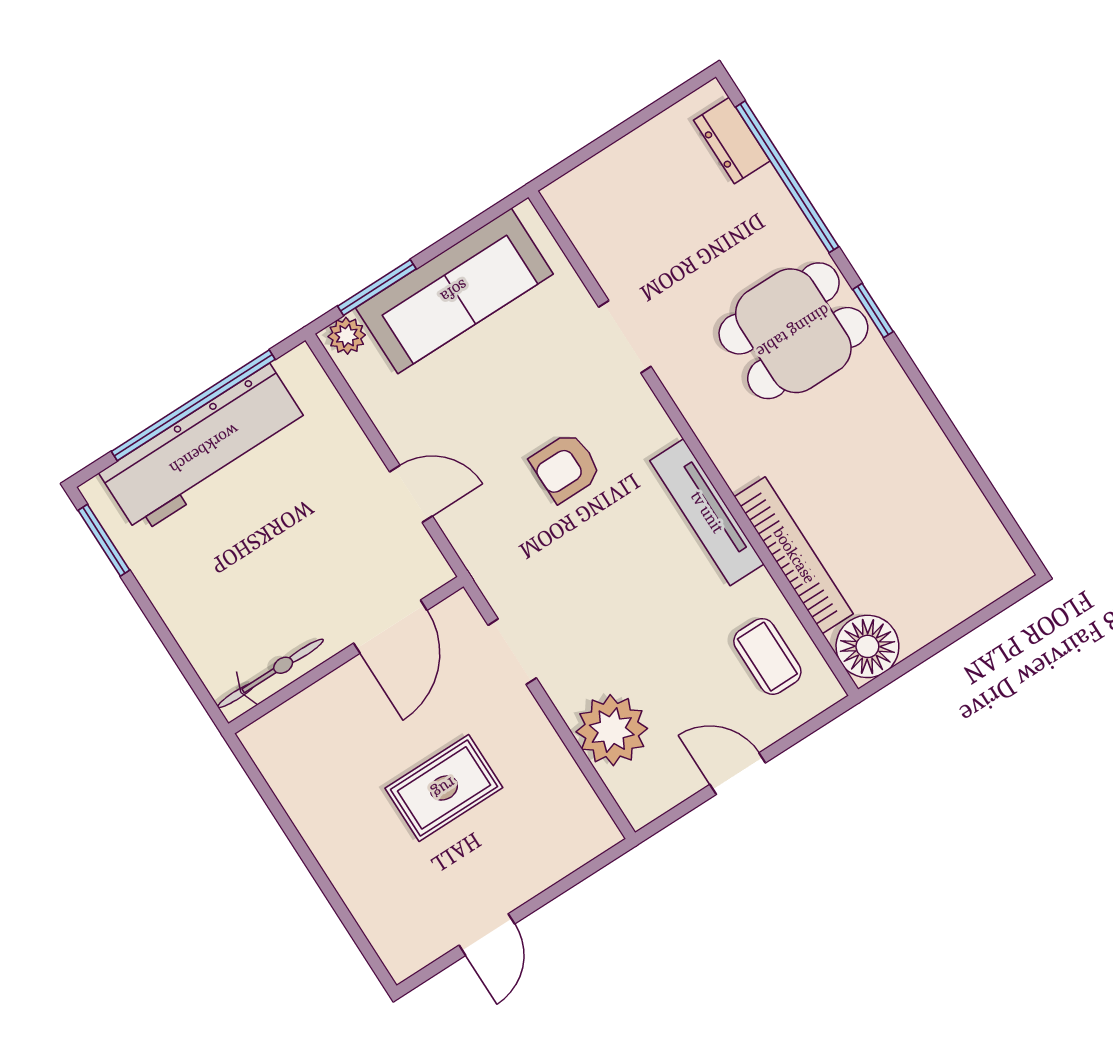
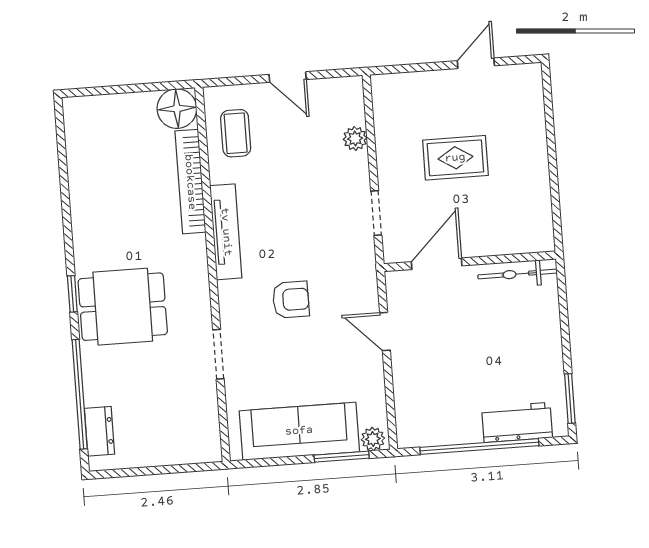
workbench: (204, 449) -> (517, 422), width x0.53, depth x0.76
plant: (612, 730) -> (355, 139), width x0.53, depth x0.53

